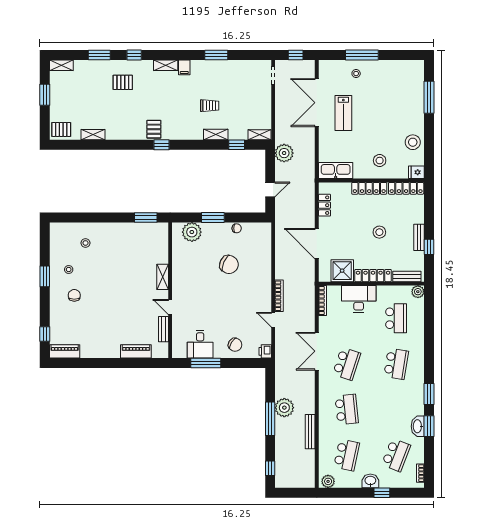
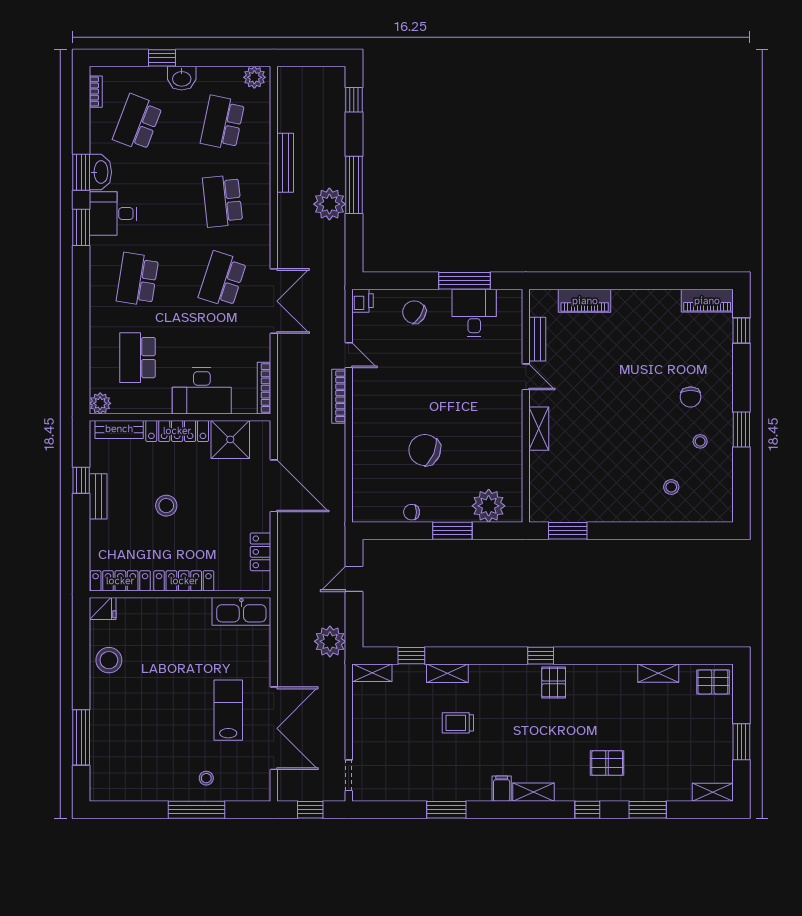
stool: (380, 161) -> (166, 629), removed
desk: (410, 402) -> (113, 214), added

